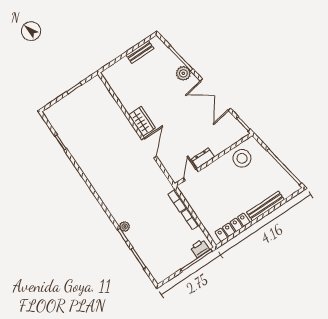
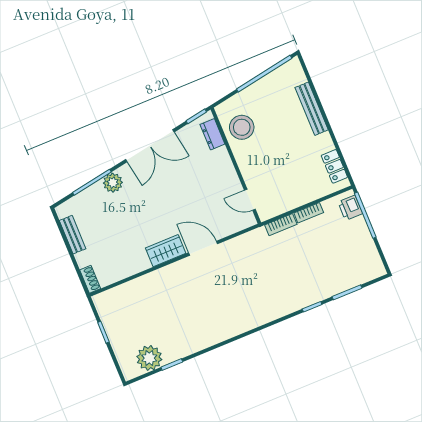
shoe rack: (110, 71) -> (90, 279), added
dresser: (203, 158) -> (212, 134), moved
plant: (125, 226) -> (149, 358), moved, width x1.87, depth x1.87
locker: (233, 227) -> (334, 166), width x0.66

